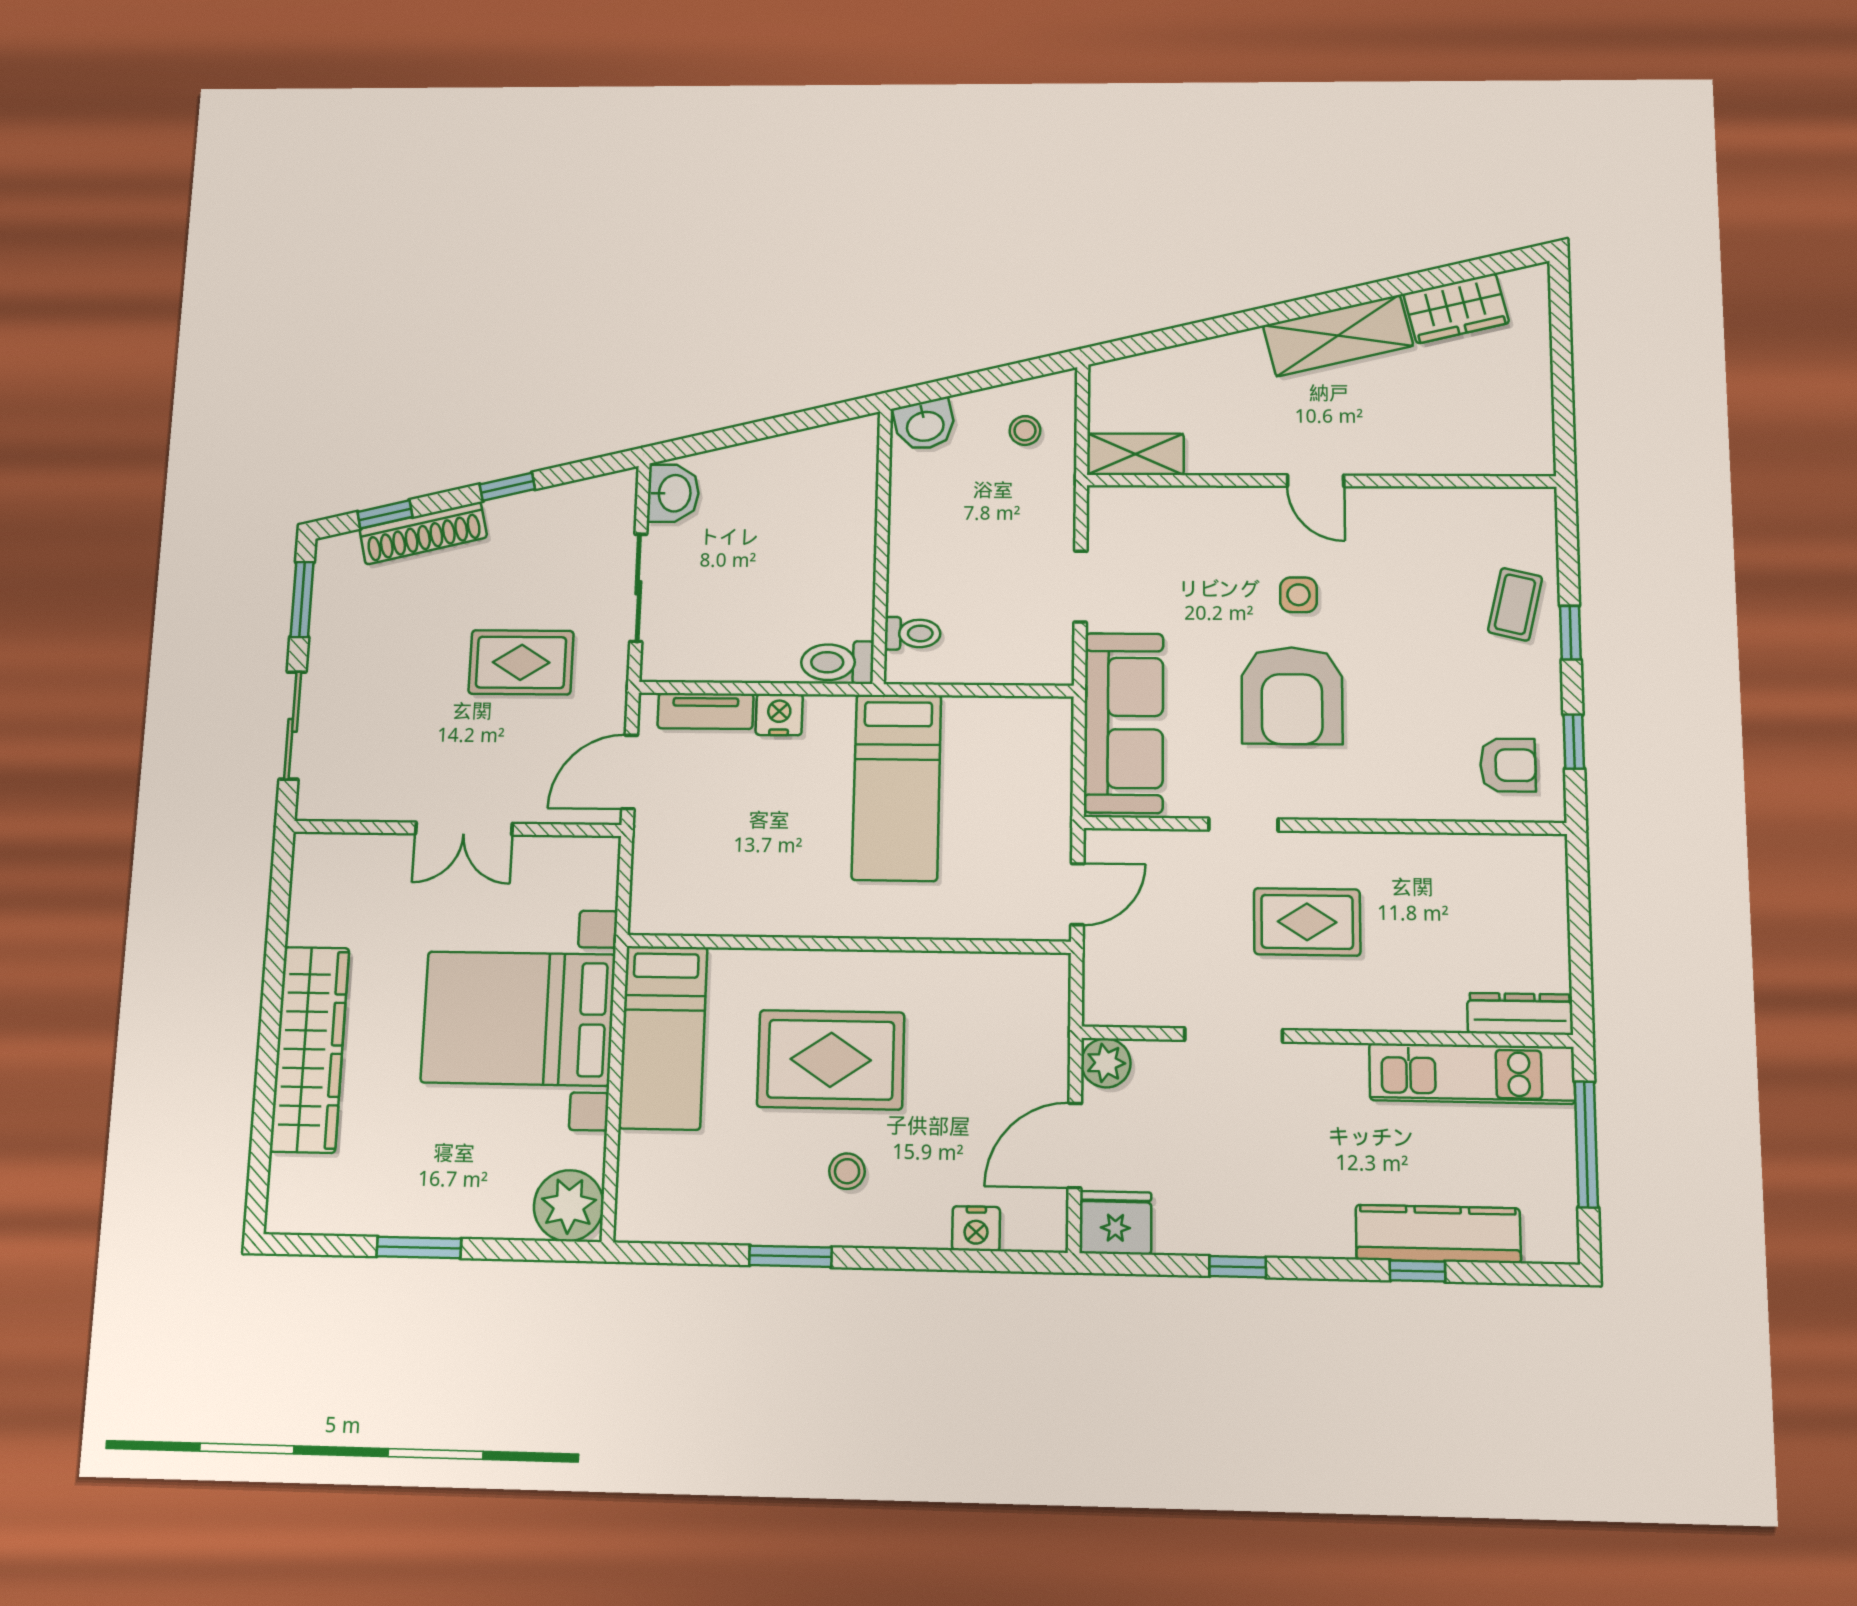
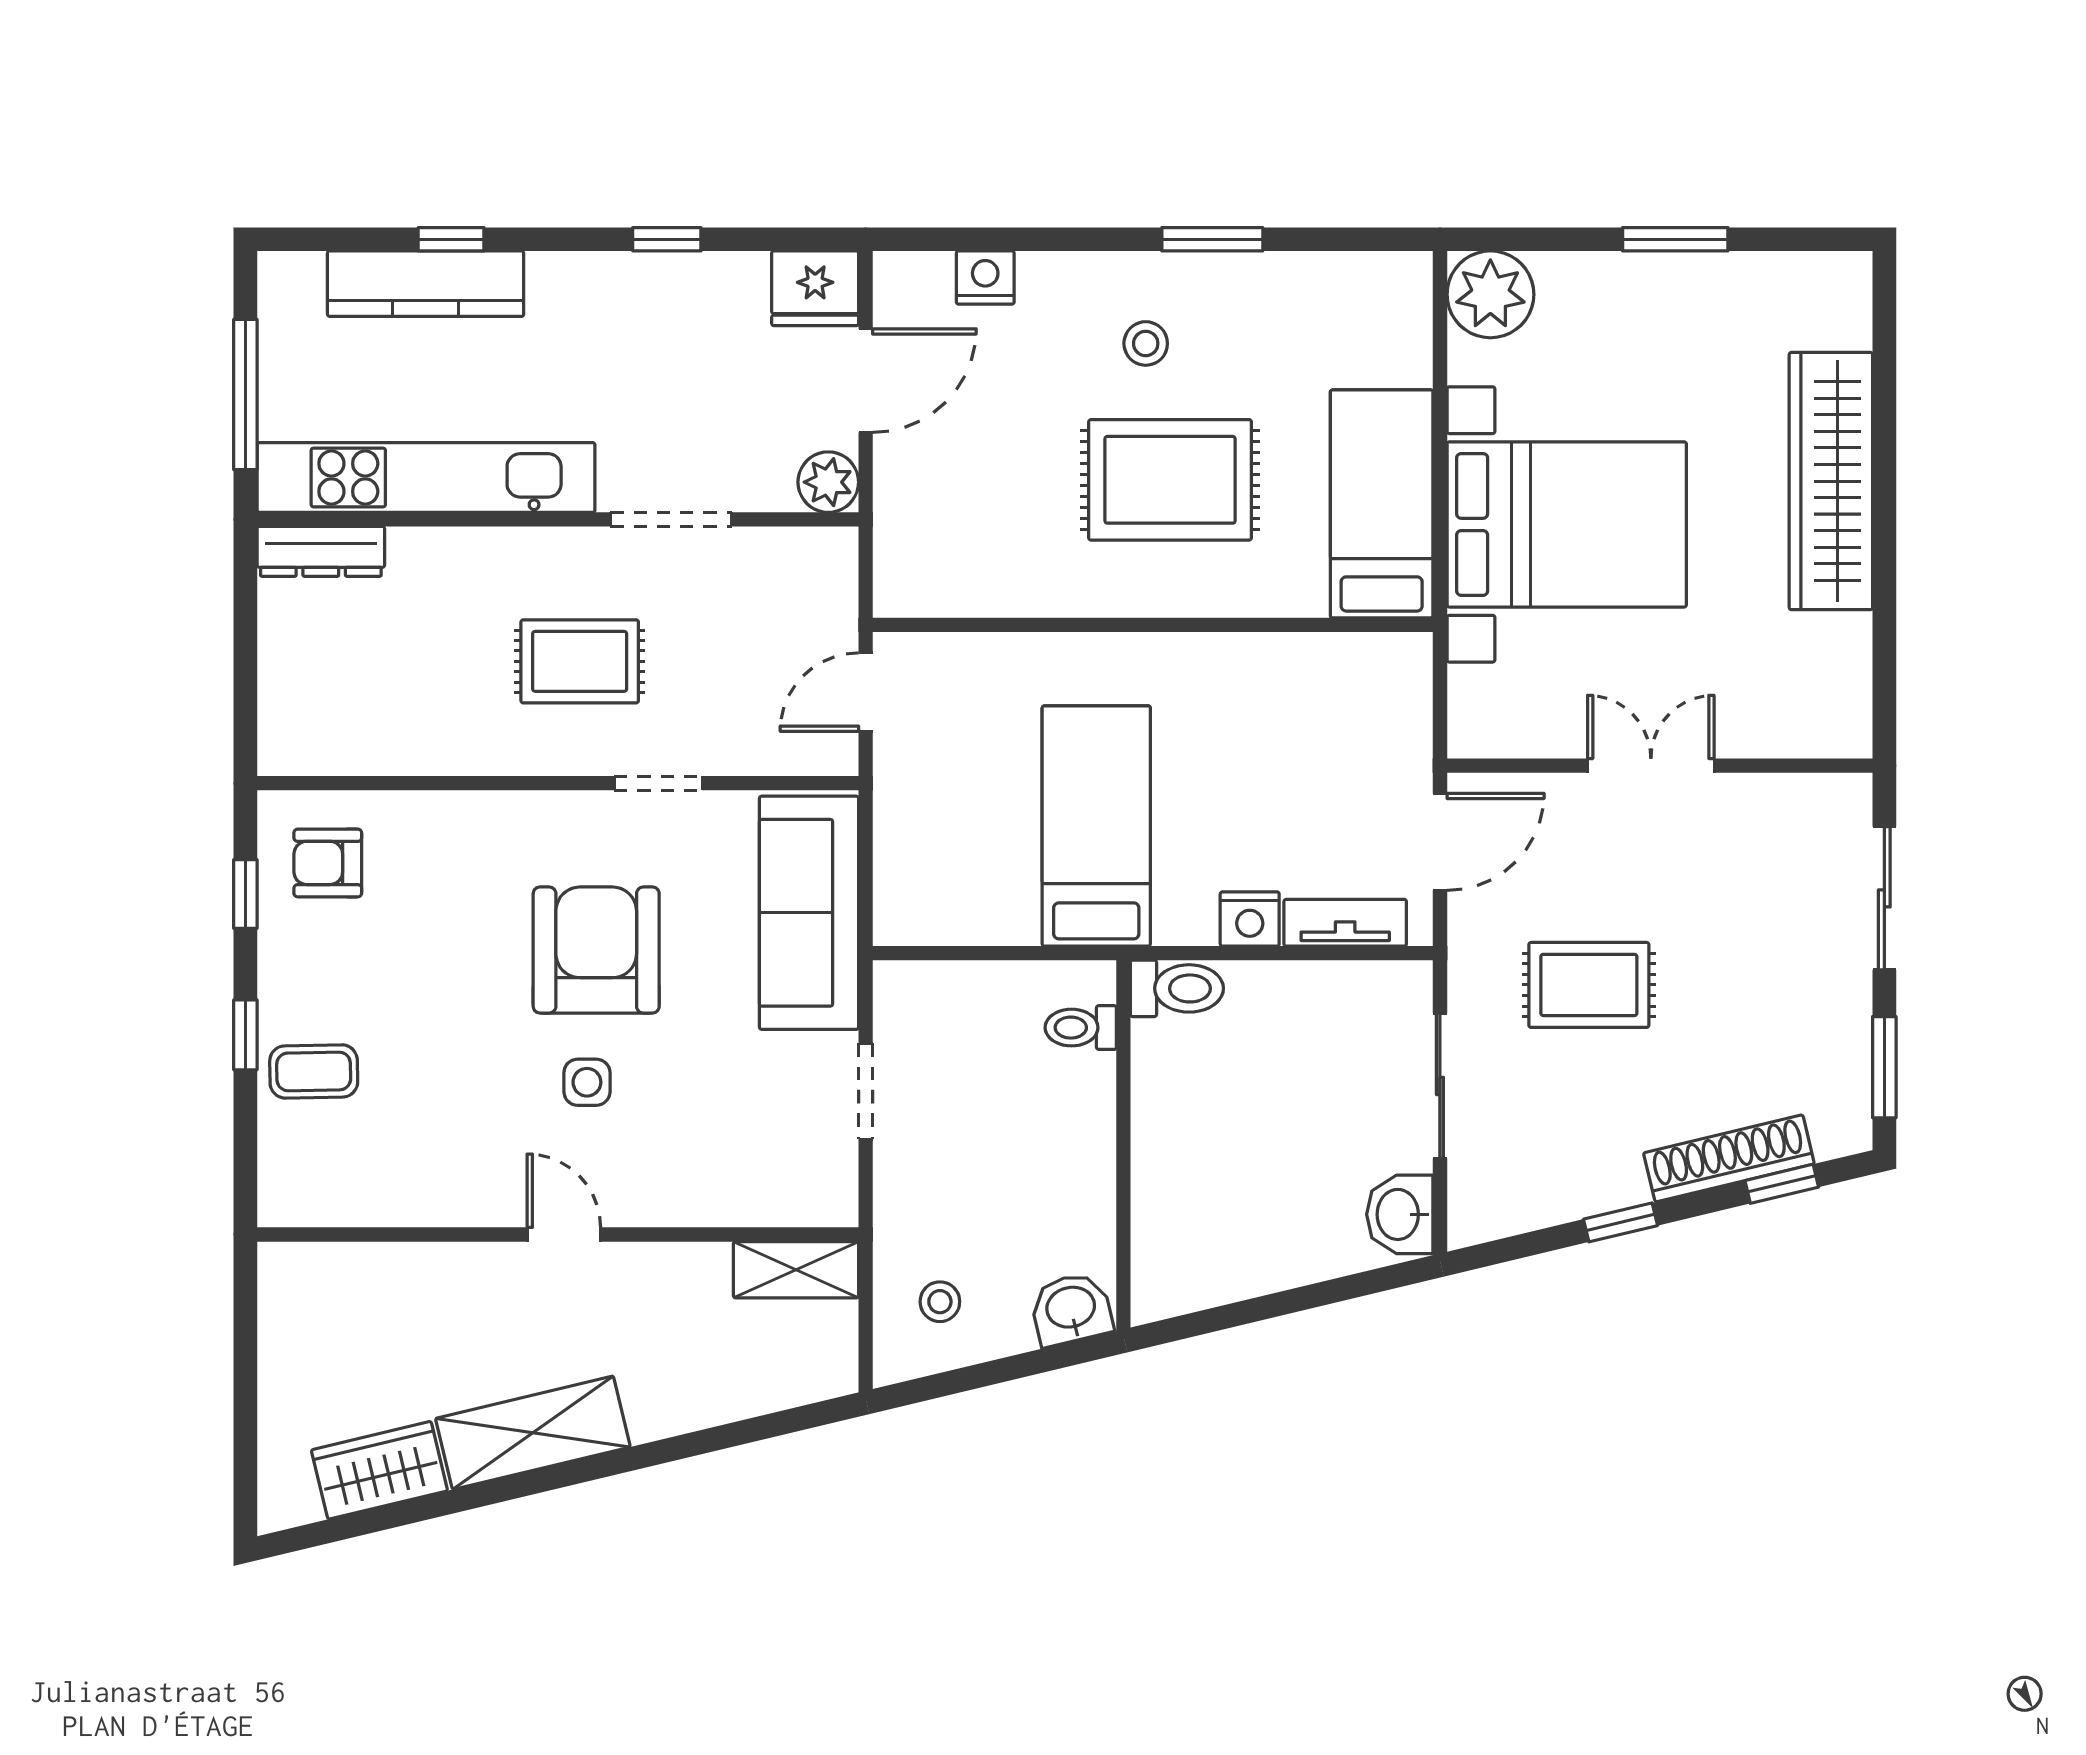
coffee table: (1515, 604) -> (314, 1071), turned 76
kitchen unit: (1472, 1073) -> (426, 477), width x1.36

